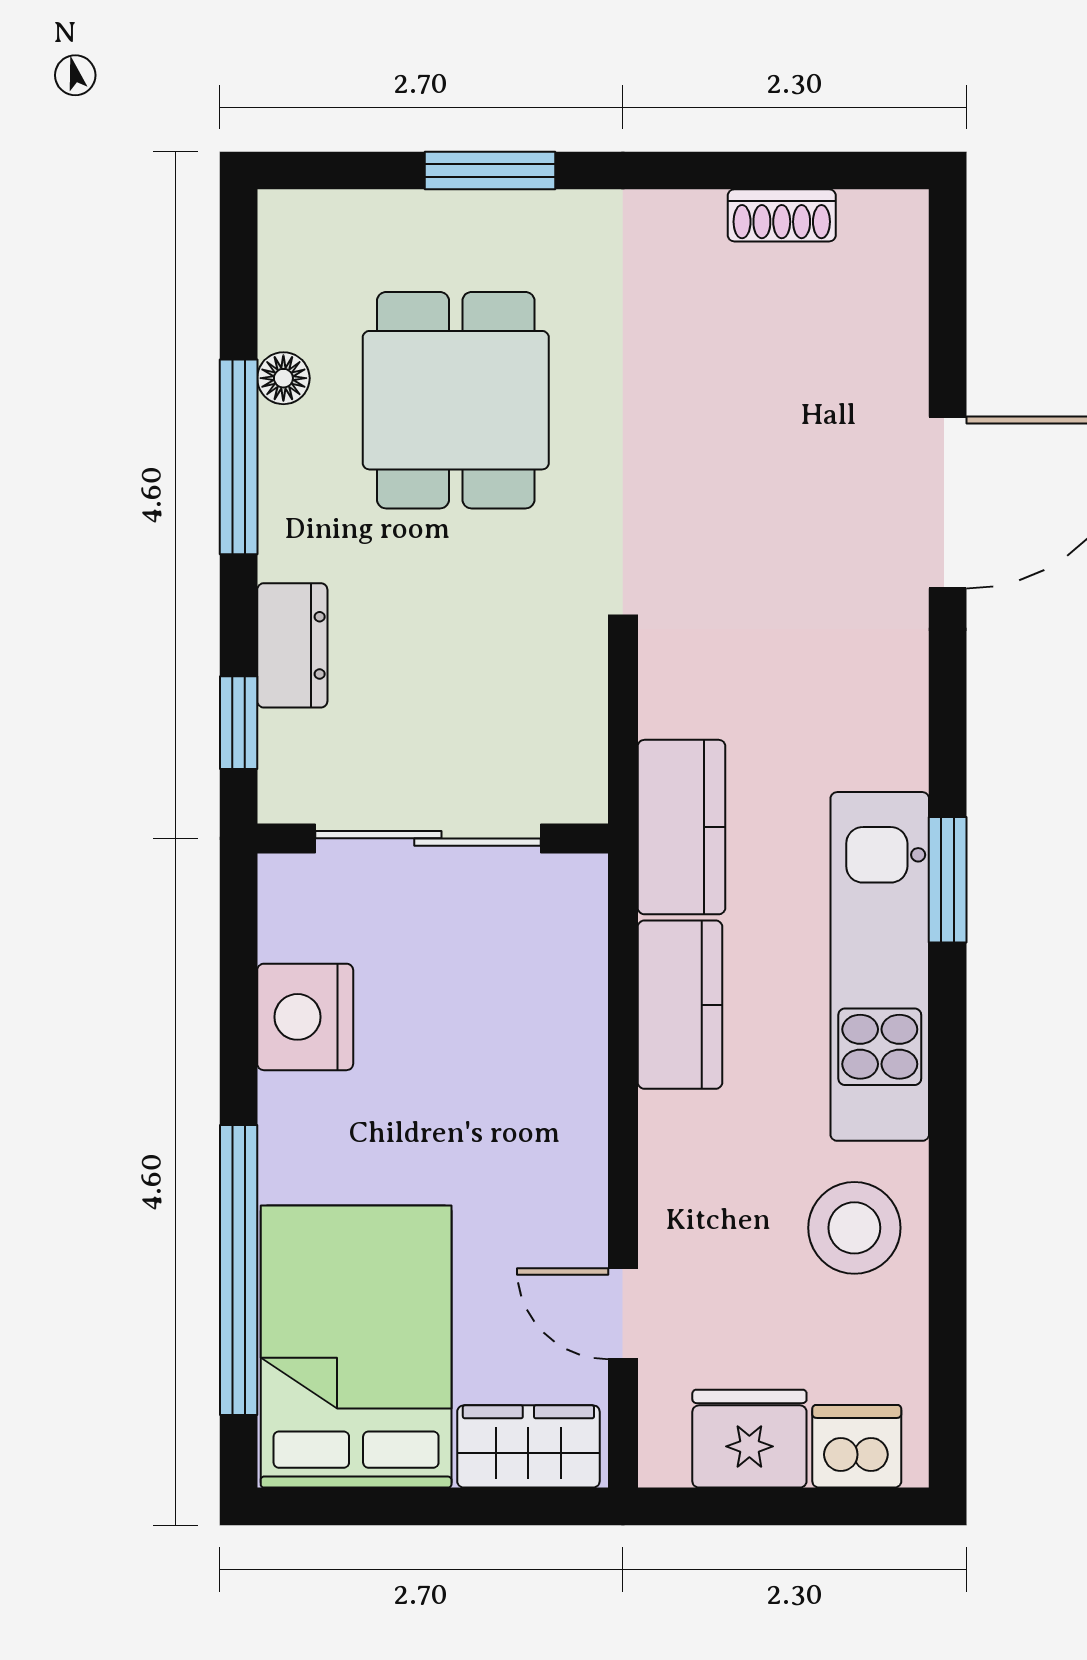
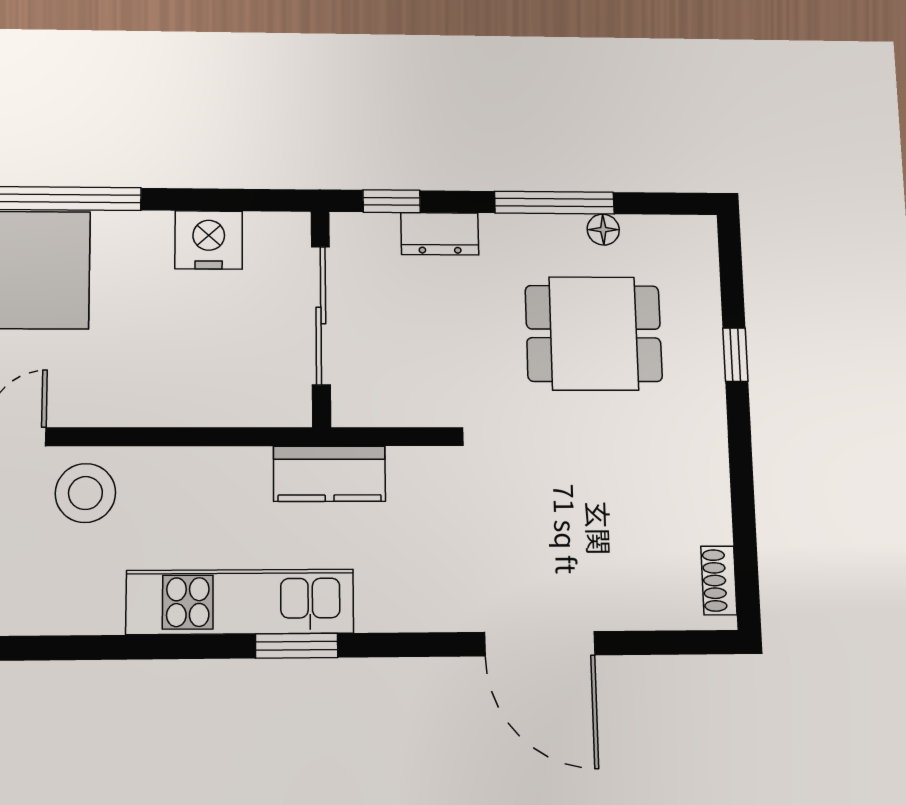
window: (490, 171) -> (735, 355), width x0.67
shoe rack: (782, 215) -> (719, 580), moved
kitchen counter: (680, 1005) -> (216, 473), removed
stool: (854, 1228) -> (85, 493), moved

